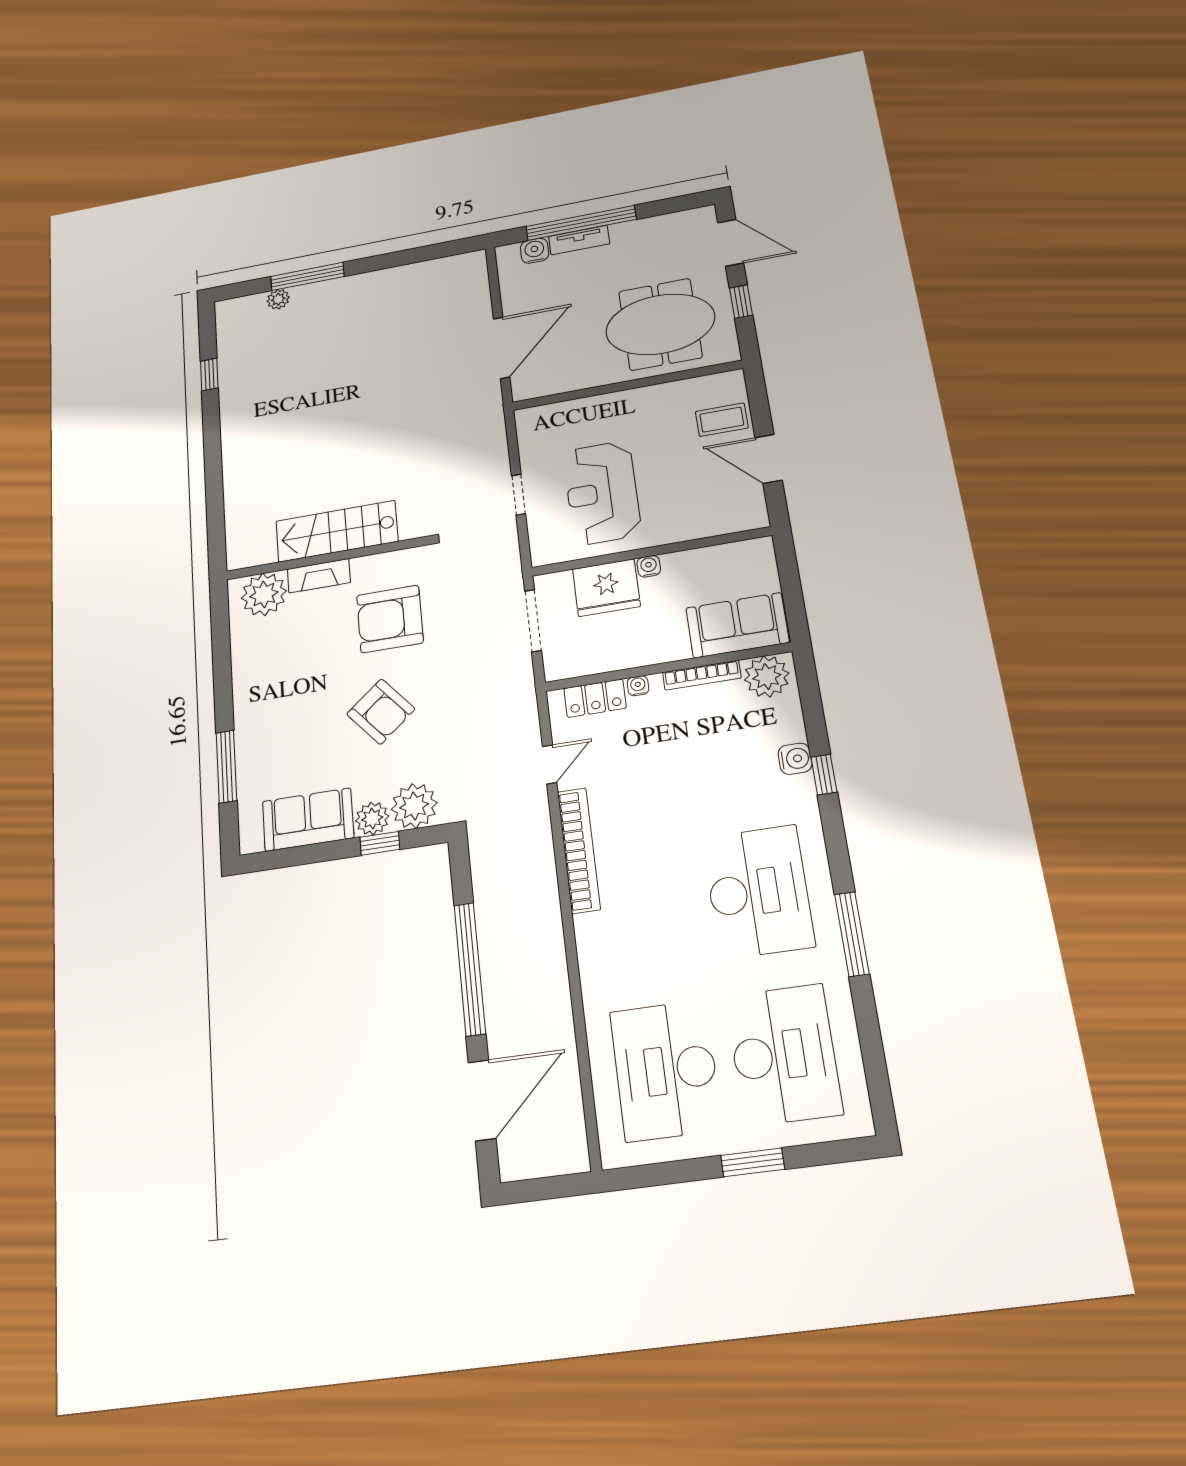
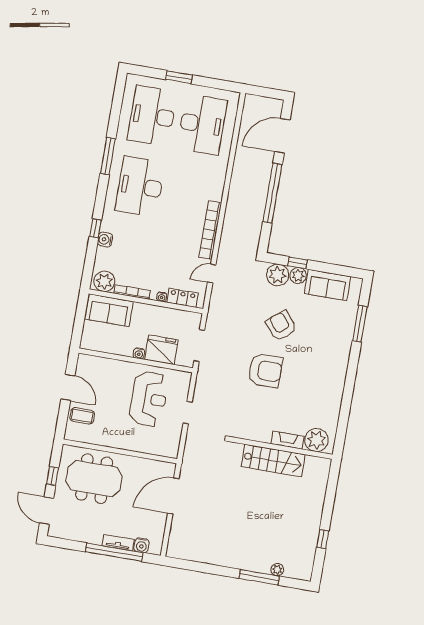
stairs: (337, 531) -> (273, 461), moved
wall: (327, 558) -> (281, 448), moved
fireplace: (319, 576) -> (288, 440), moved
plant: (264, 594) -> (316, 440), moved

